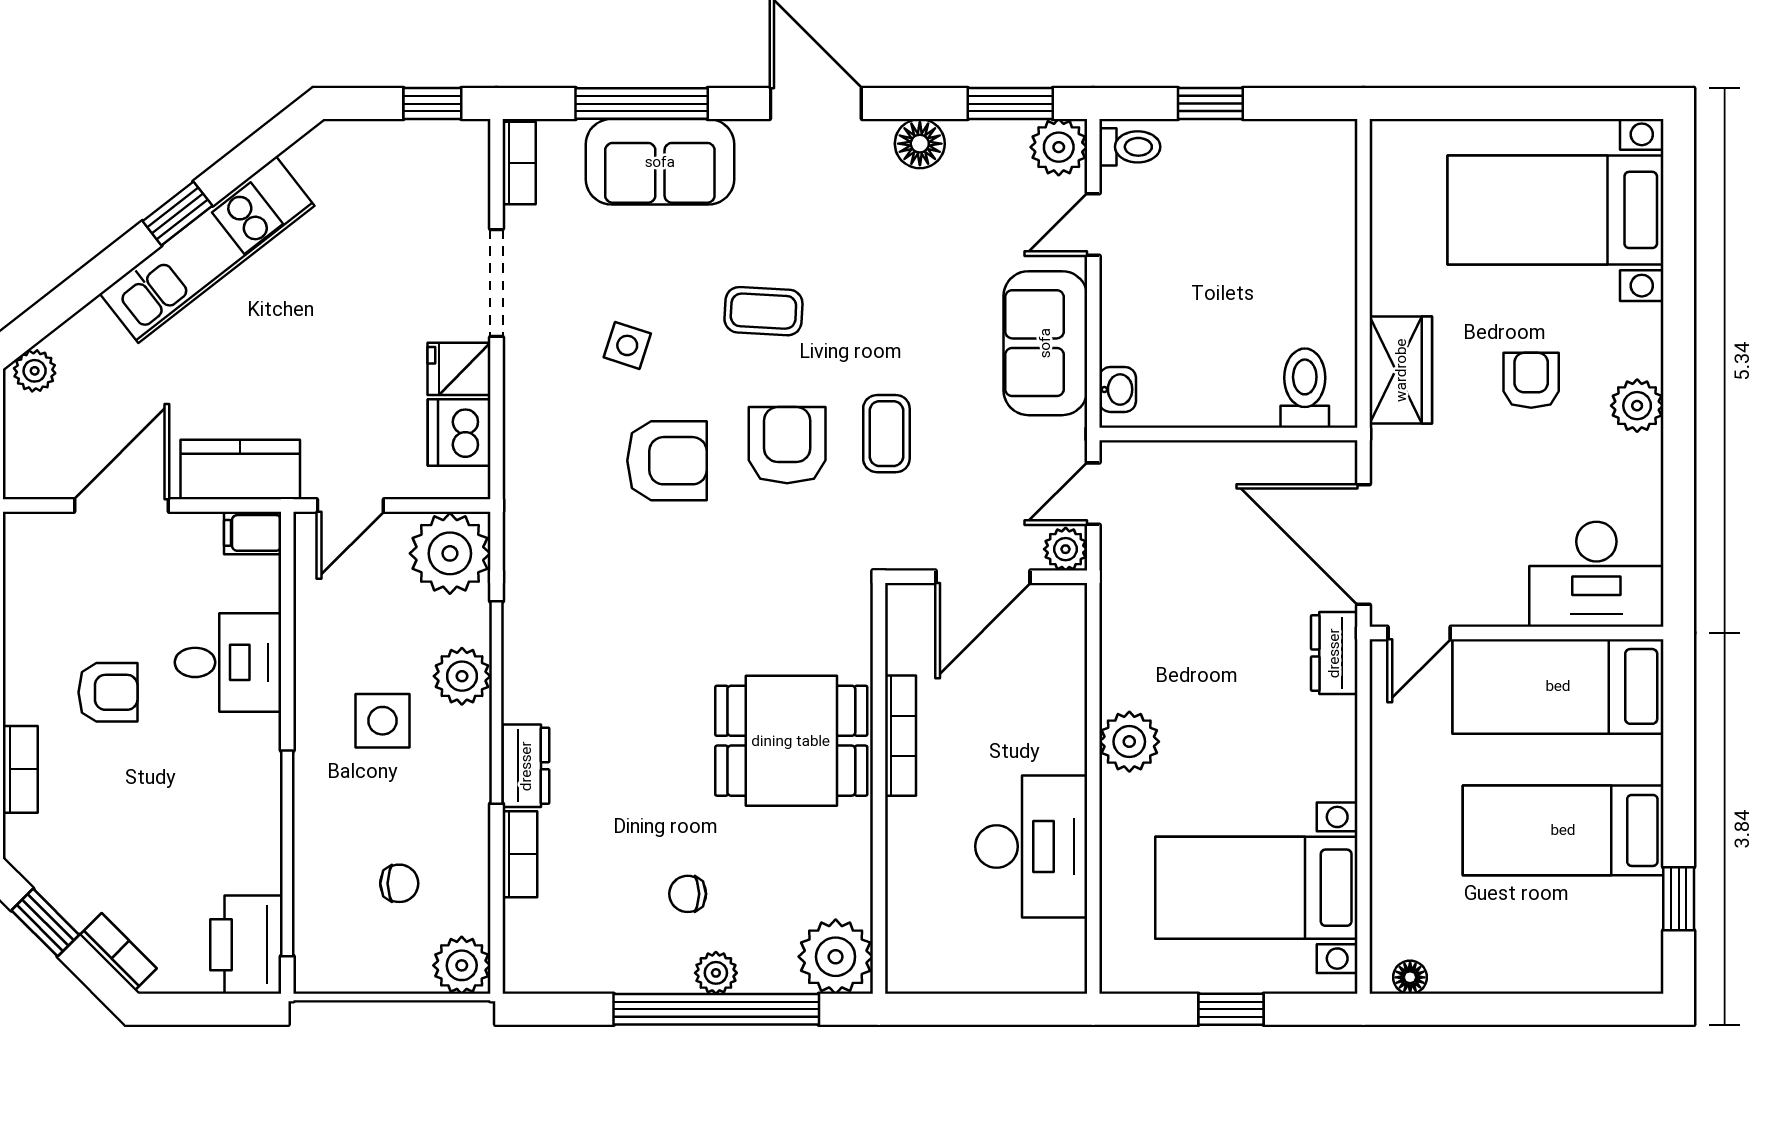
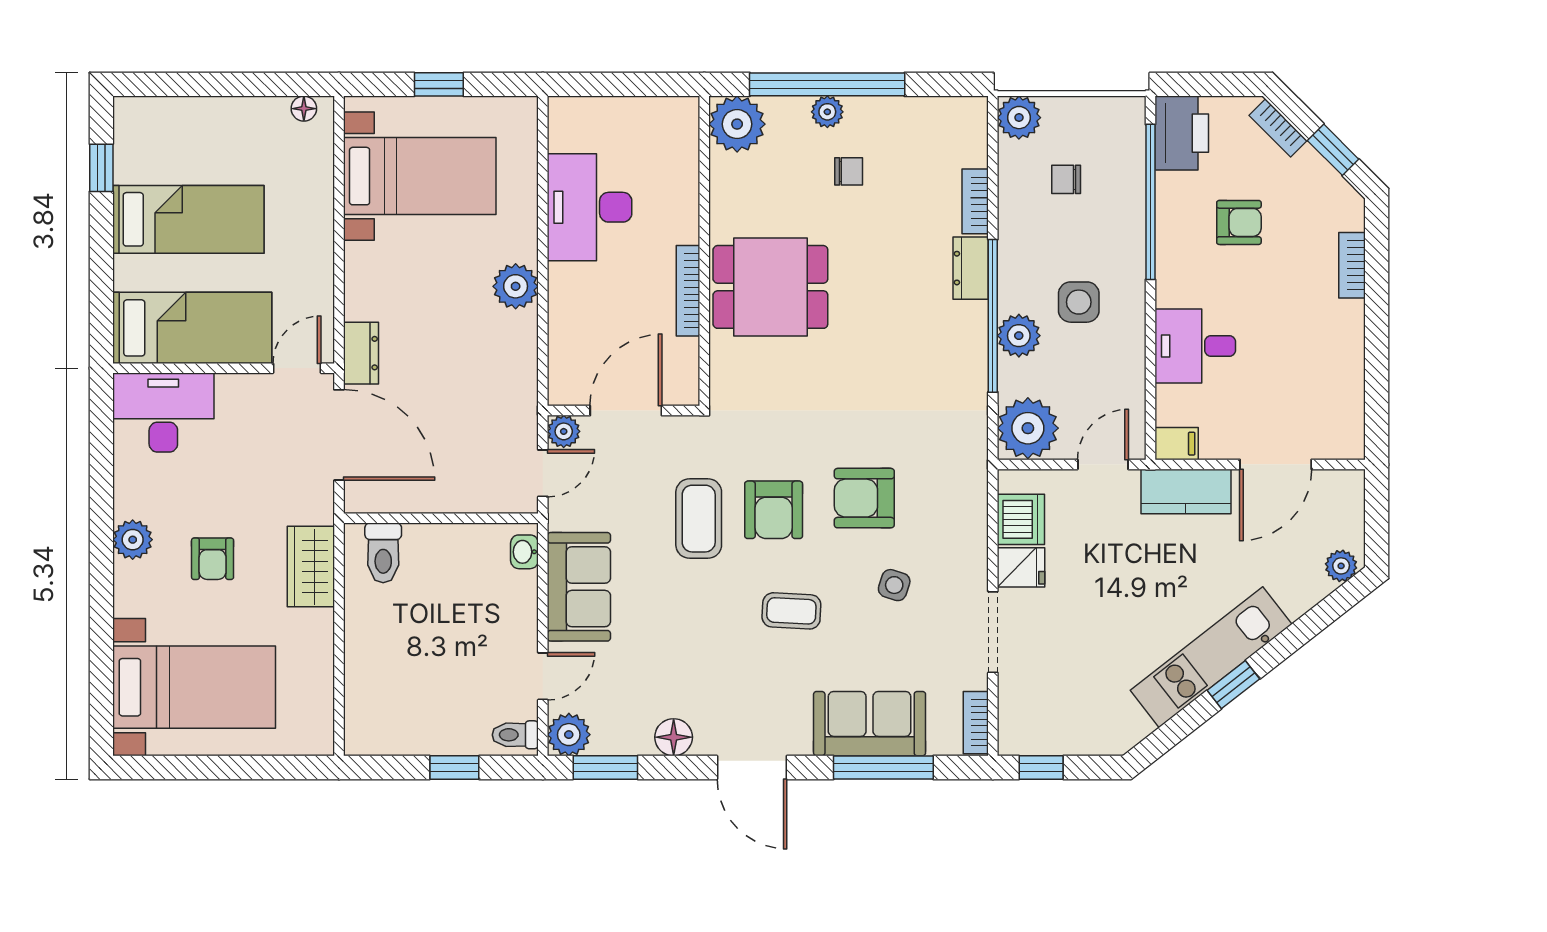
coffee table: (886, 434) -> (699, 519), width x1.36, depth x1.30
armchair: (108, 692) -> (1239, 222), moved, turned 180

